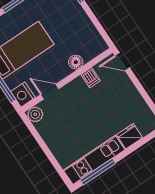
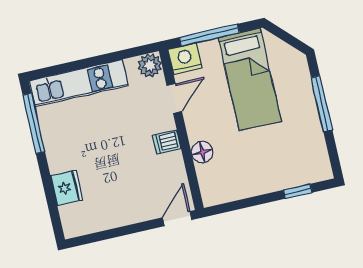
dishwasher: (91, 78) -> (167, 142), moved
kitchen unit: (94, 160) -> (79, 83), moved, turned 90

